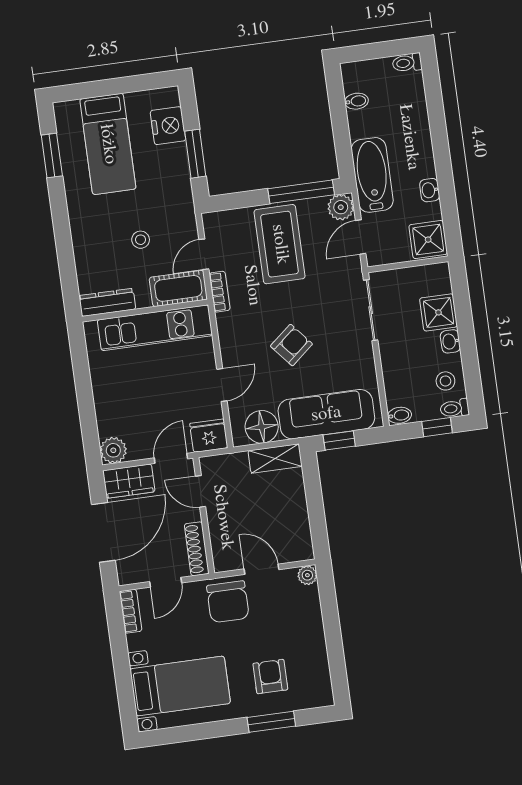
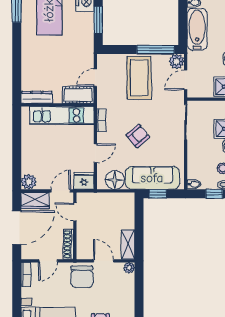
bathtub: (372, 175) -> (197, 29), moved
stool: (141, 240) -> (61, 64), removed
bookcase: (220, 292) -> (101, 120), moved
shelving: (275, 458) -> (128, 245), moved, turned 90

